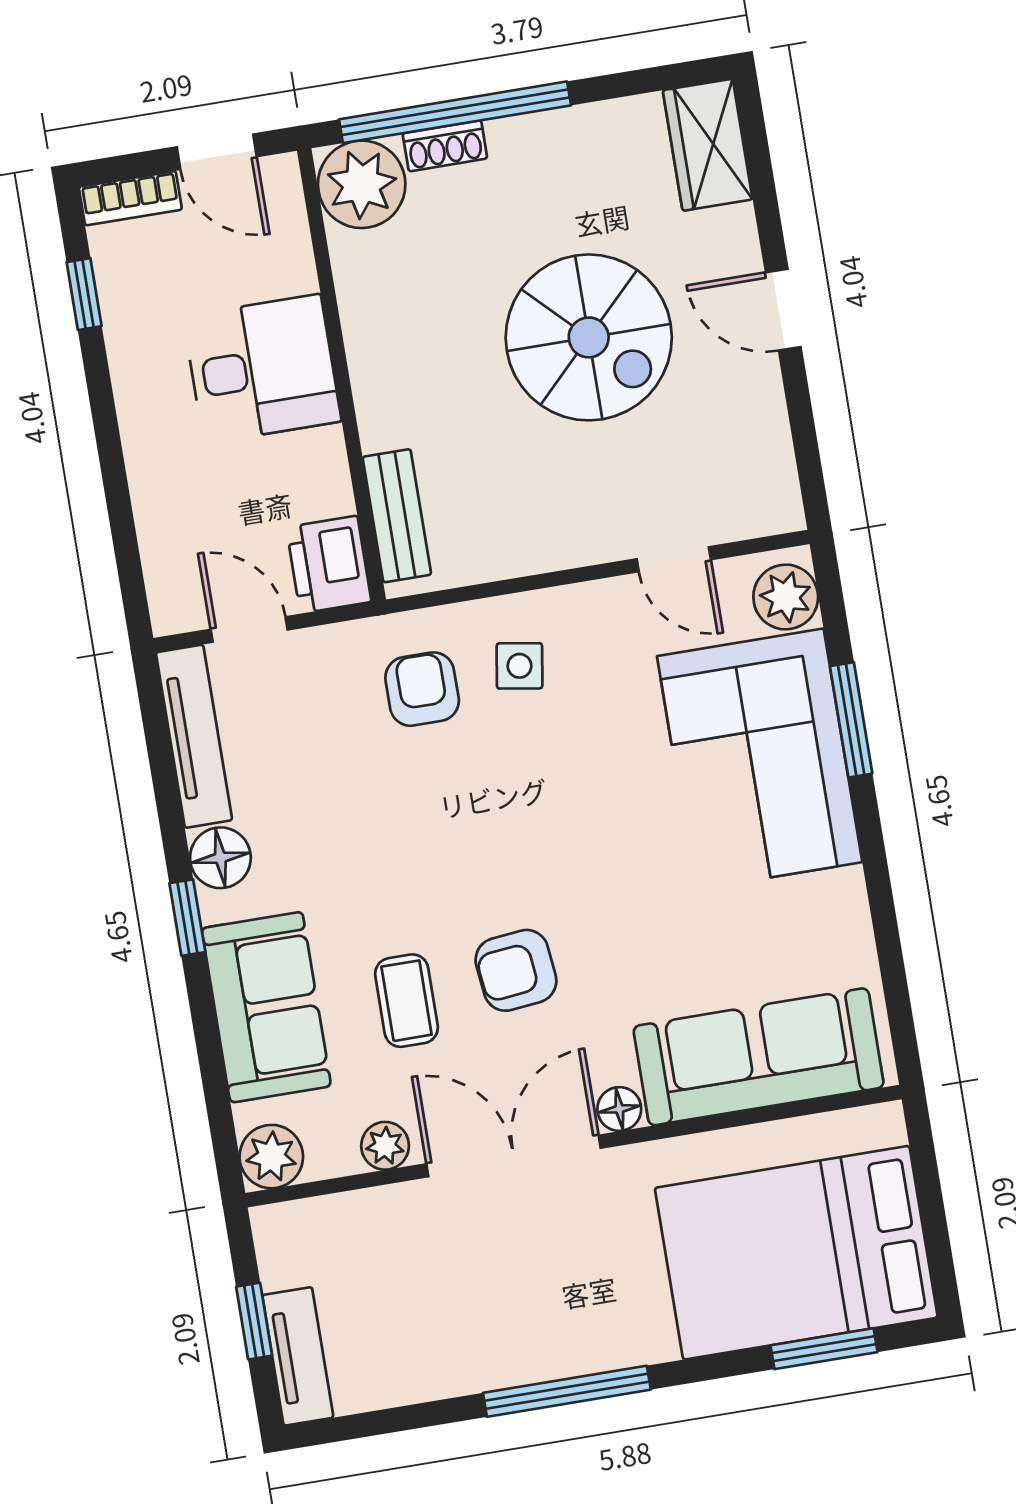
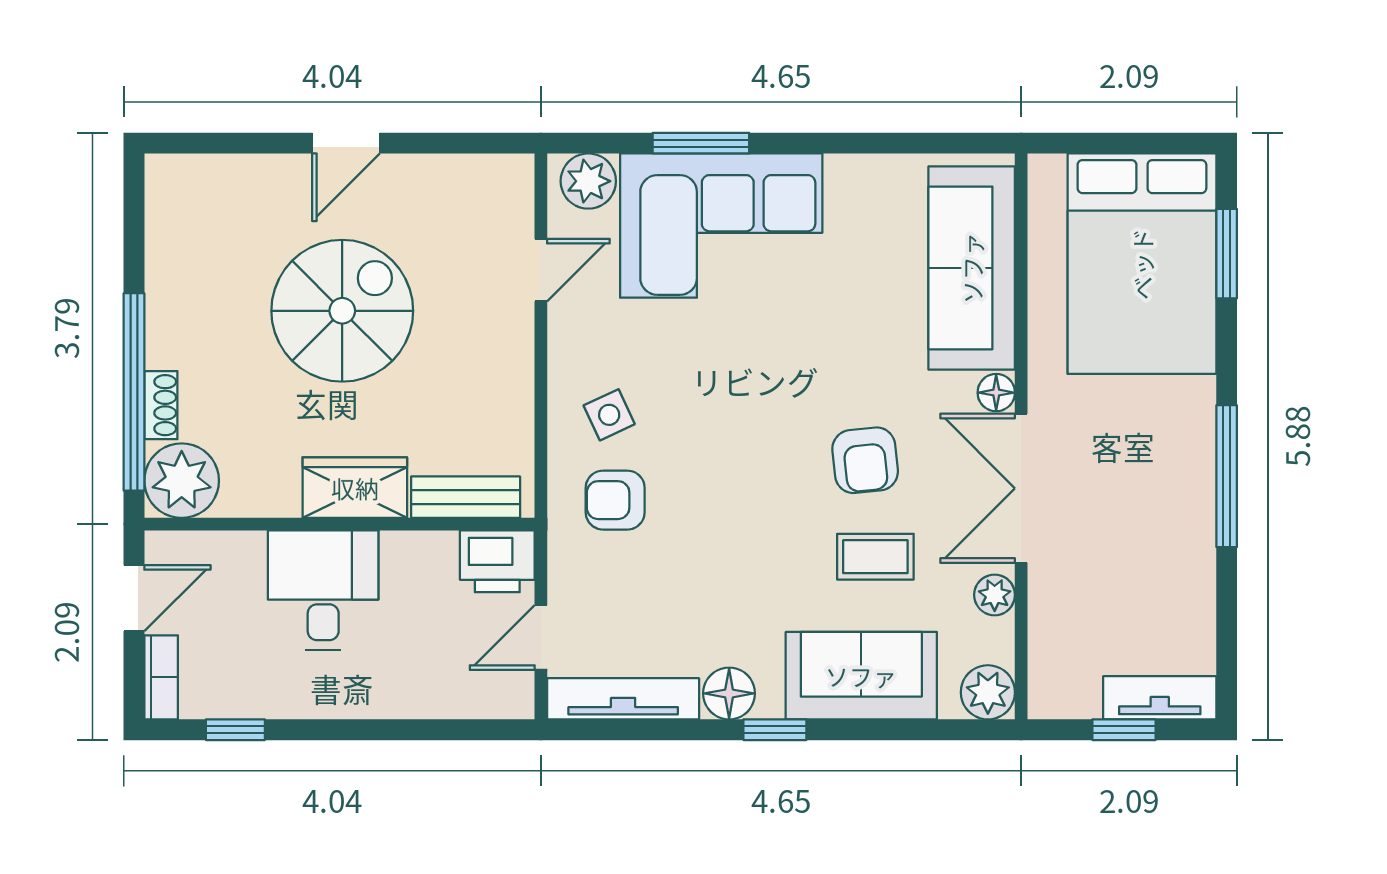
wardrobe: (708, 145) -> (355, 488), moved, turned 180
side table: (519, 666) -> (609, 415), turned -34

